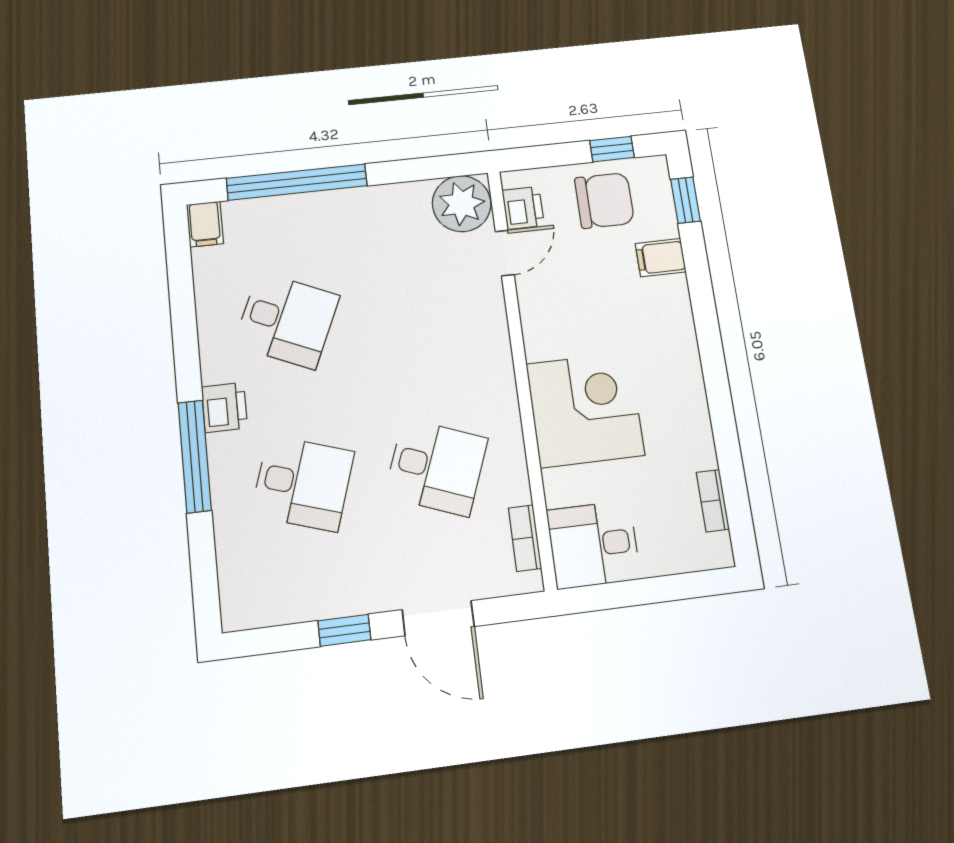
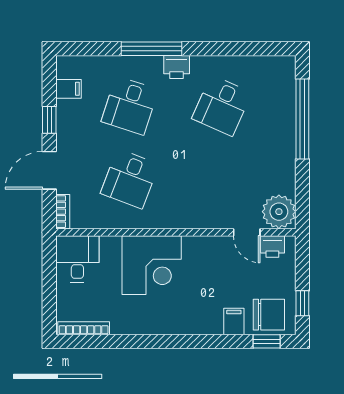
chair: (604, 200) -> (269, 315), moved, turned -90
filing cabinet: (205, 224) -> (69, 89), moved, turned 180
bookcase: (713, 501) -> (84, 328), width x1.56
bookcase: (525, 538) -> (63, 212), moved, turned 90

